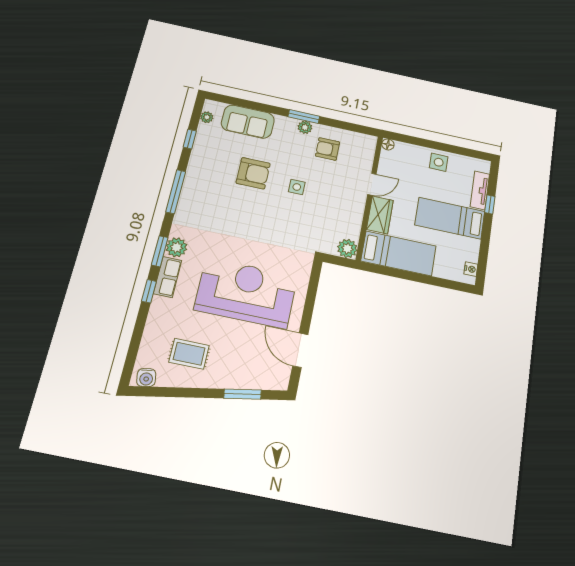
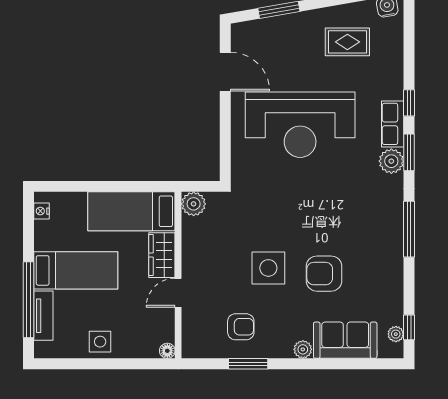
window: (304, 116) -> (248, 364), moved
plant: (305, 127) -> (303, 349), moved
window: (190, 139) -> (409, 327), moved
side table: (297, 187) -> (268, 268), width x1.87, depth x1.87
window: (490, 204) -> (29, 300), width x3.17

